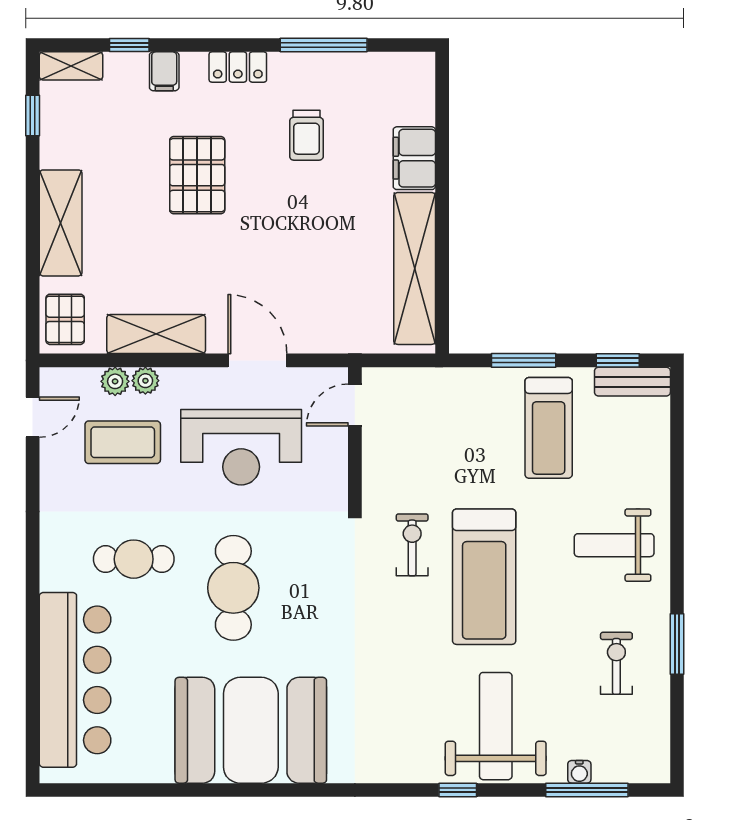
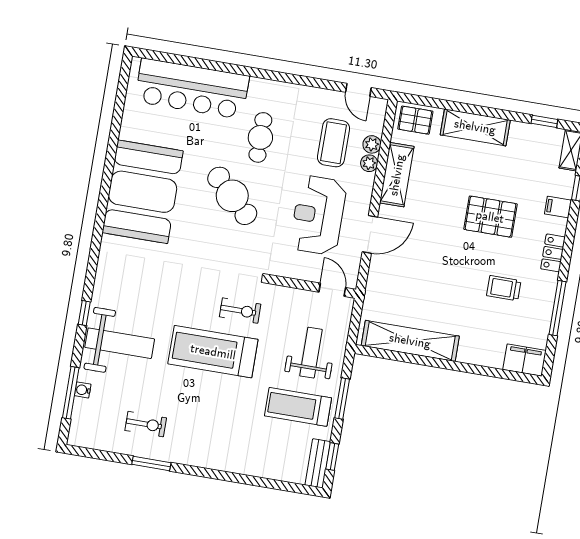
filing cabinet: (414, 158) -> (524, 360), moved
weight bench: (614, 545) -> (311, 353), moved
cafe table: (233, 588) -> (232, 196), turned 44

